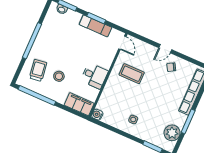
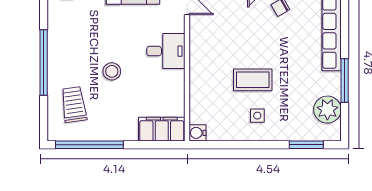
coffee table: (132, 74) -> (253, 80), moved
stool: (59, 76) -> (112, 71), moved
desk: (94, 76) -> (166, 51), moved

